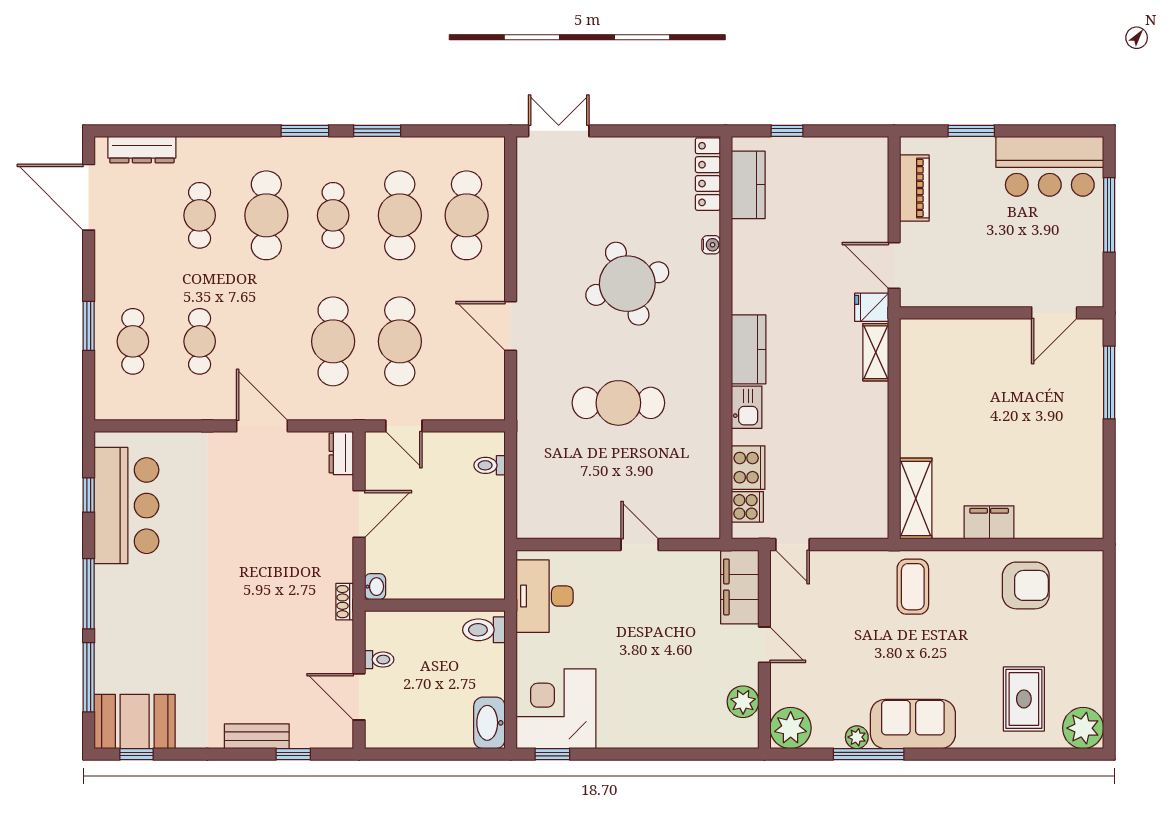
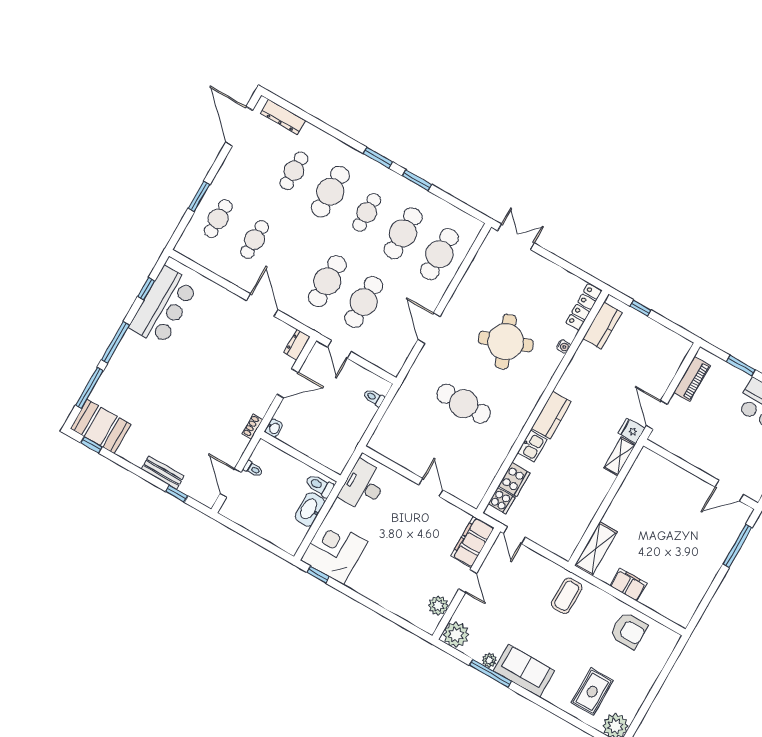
washbasin: (489, 723) -> (310, 509), moved

